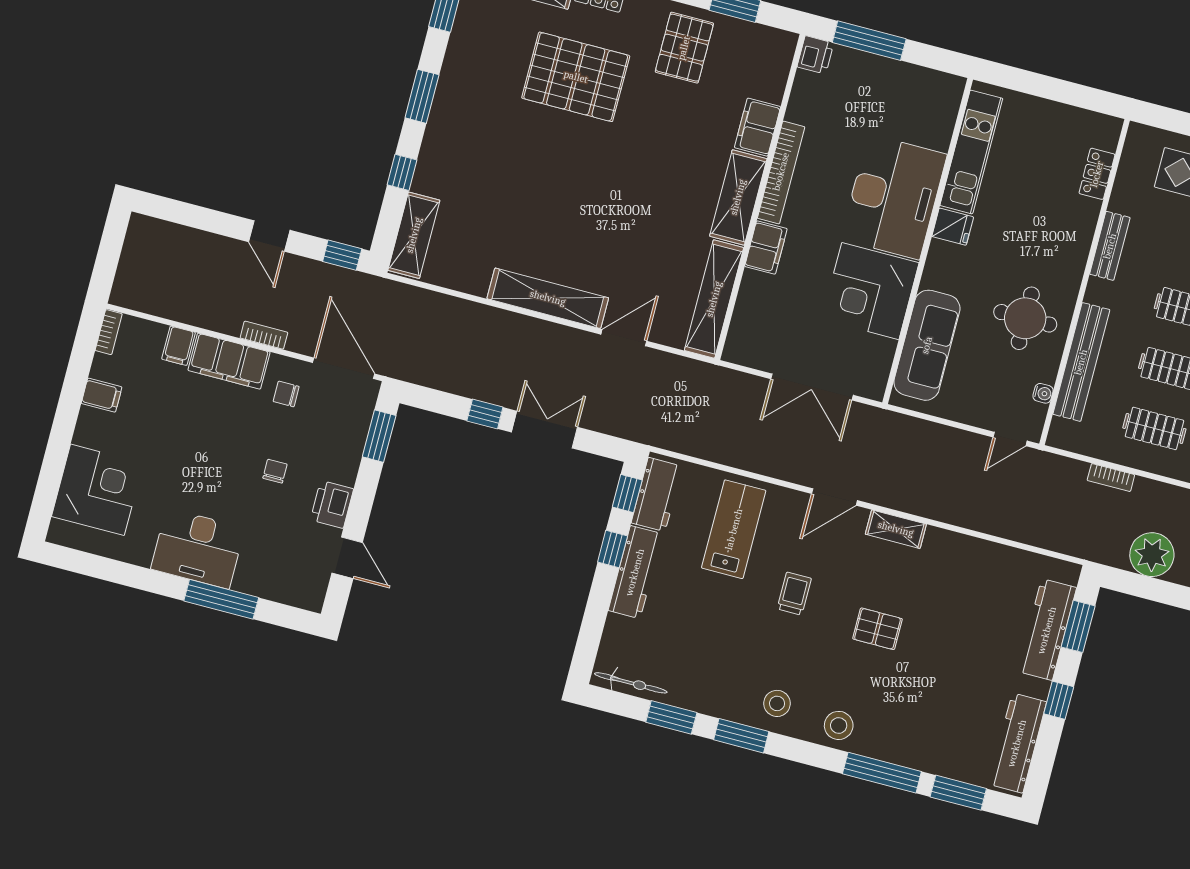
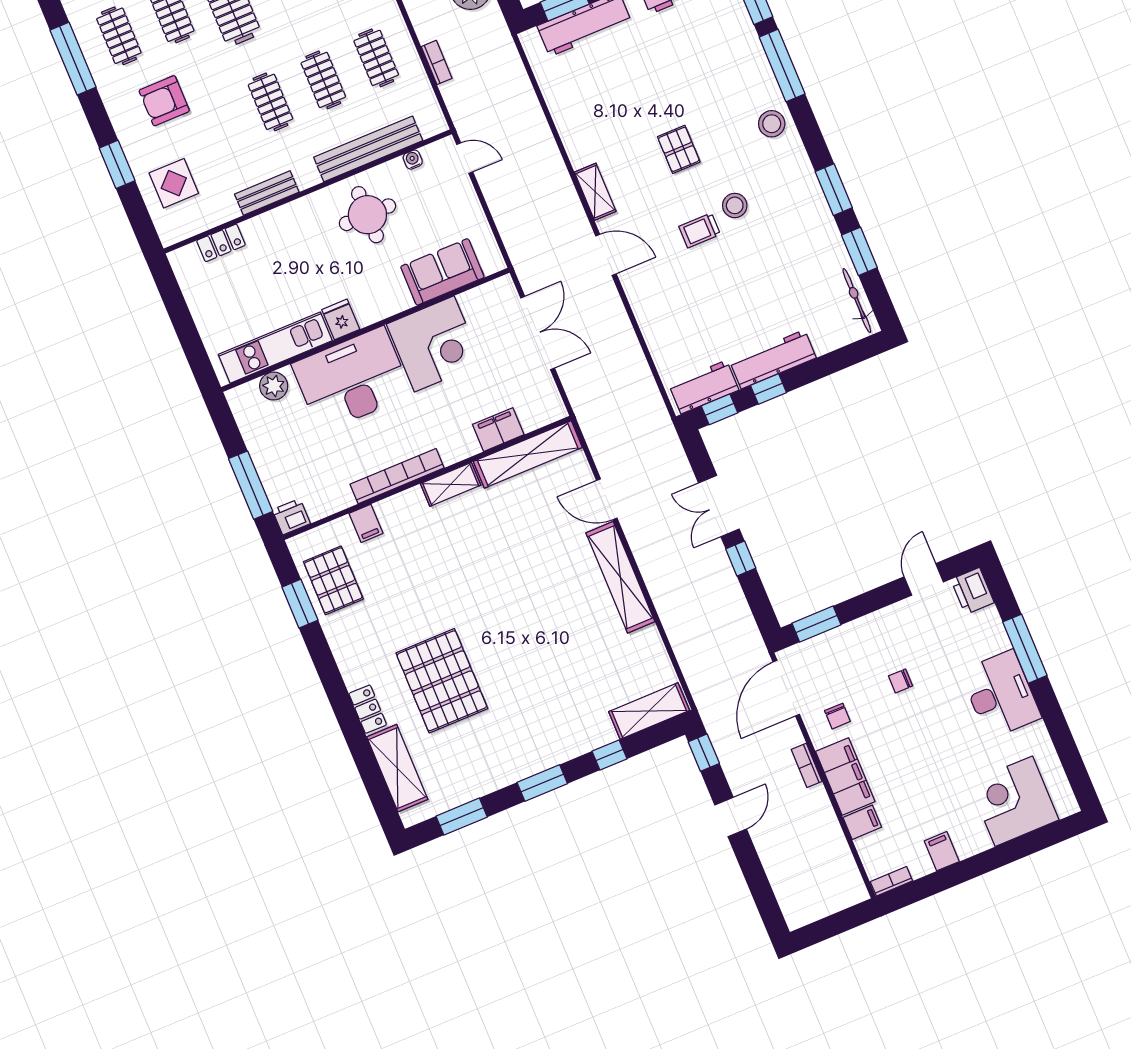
pallet: (684, 48) -> (333, 580), moved, turned 90
plant: (939, 125) -> (274, 386), added
filing cabinet: (758, 127) -> (366, 523), width x0.50
shelving: (738, 197) -> (451, 484), width x0.67, depth x0.75
filing cabinet: (766, 248) -> (498, 430), moved
sofa: (927, 345) -> (442, 272), width x0.73
printer: (332, 504) -> (972, 591), moved, turned 90
lab bench: (734, 529) -> (686, 311), removed
stool: (777, 703) -> (735, 205), moved

